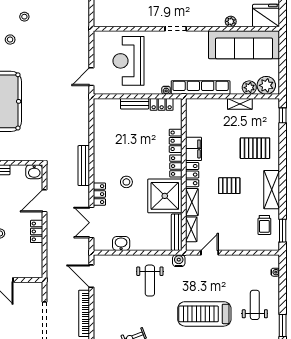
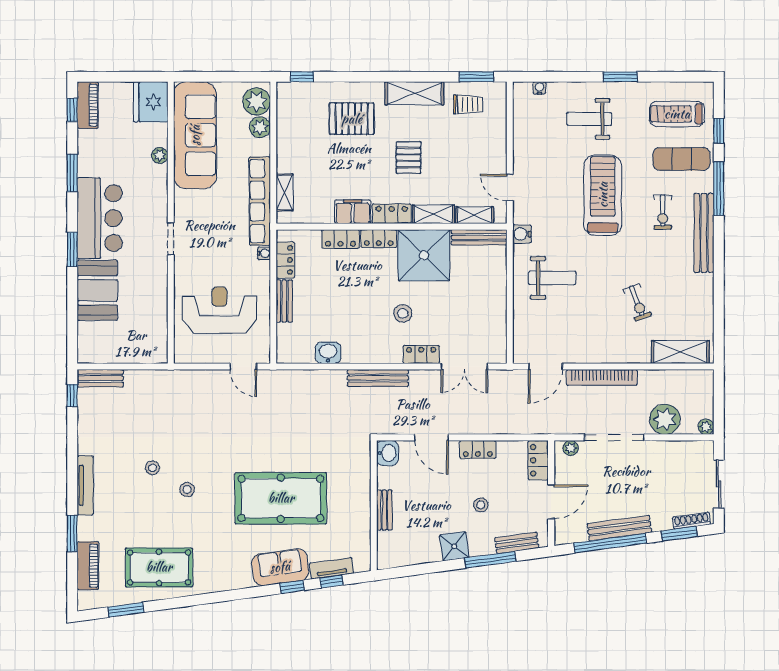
reception desk: (129, 61) -> (219, 310), turned 180
shelving: (240, 104) -> (285, 192), moved
pallet: (255, 148) -> (352, 119), turned 90
washbasin: (121, 243) -> (328, 353), moved, turned 90
locker: (29, 271) -> (538, 460), added
plant: (38, 293) -> (571, 448), added
treadmill: (204, 314) -> (603, 195), turned 180

